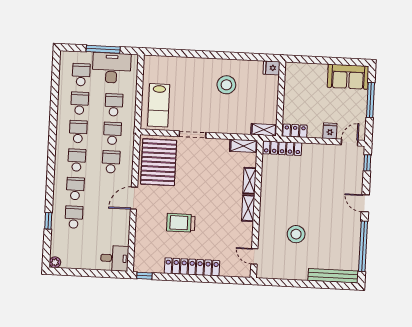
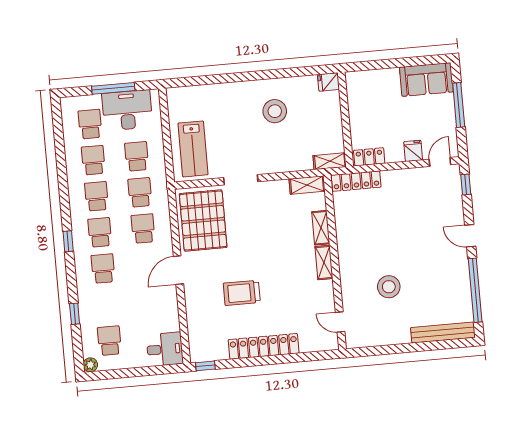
window: (51, 164) -> (68, 241), added
school desk: (74, 217) -> (109, 341), moved

